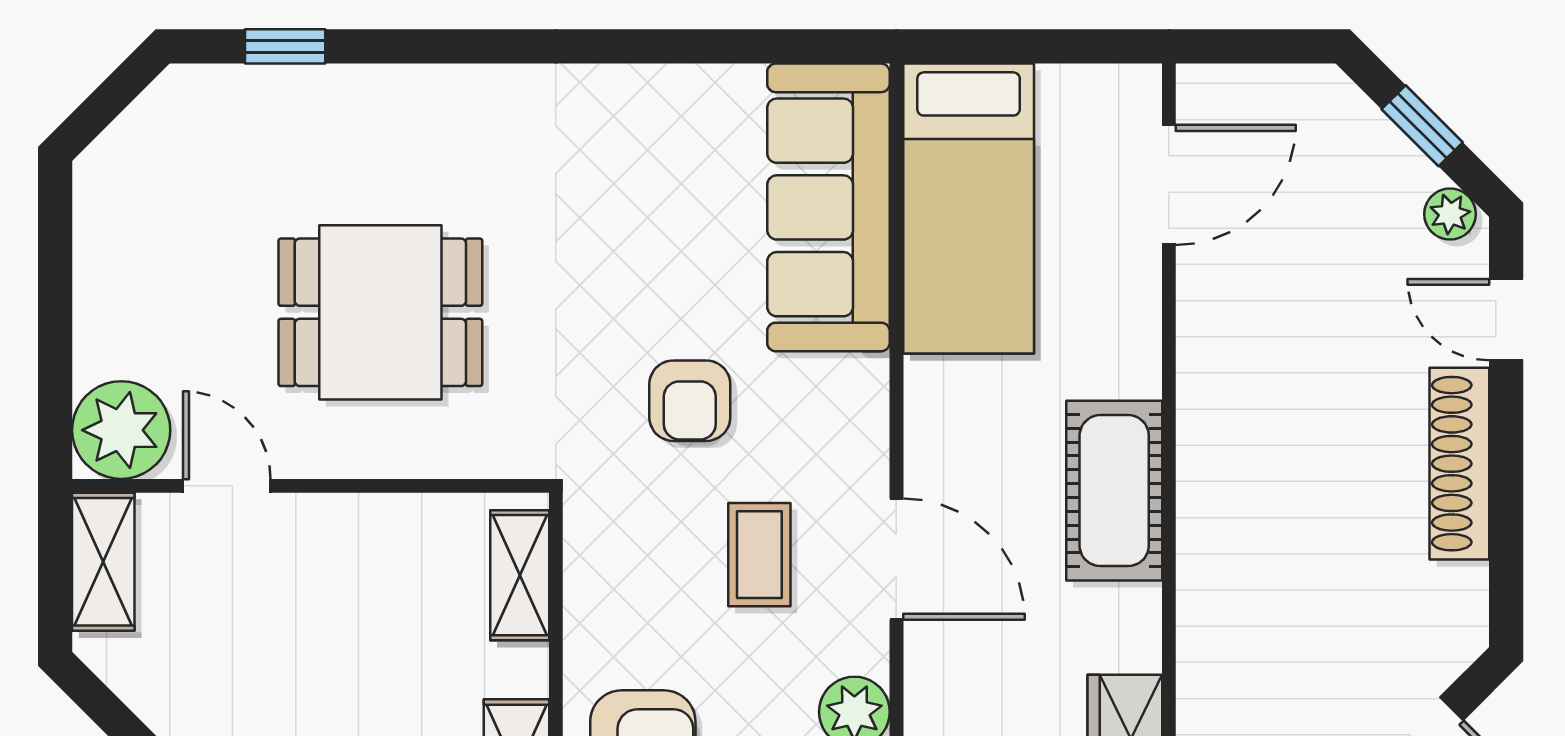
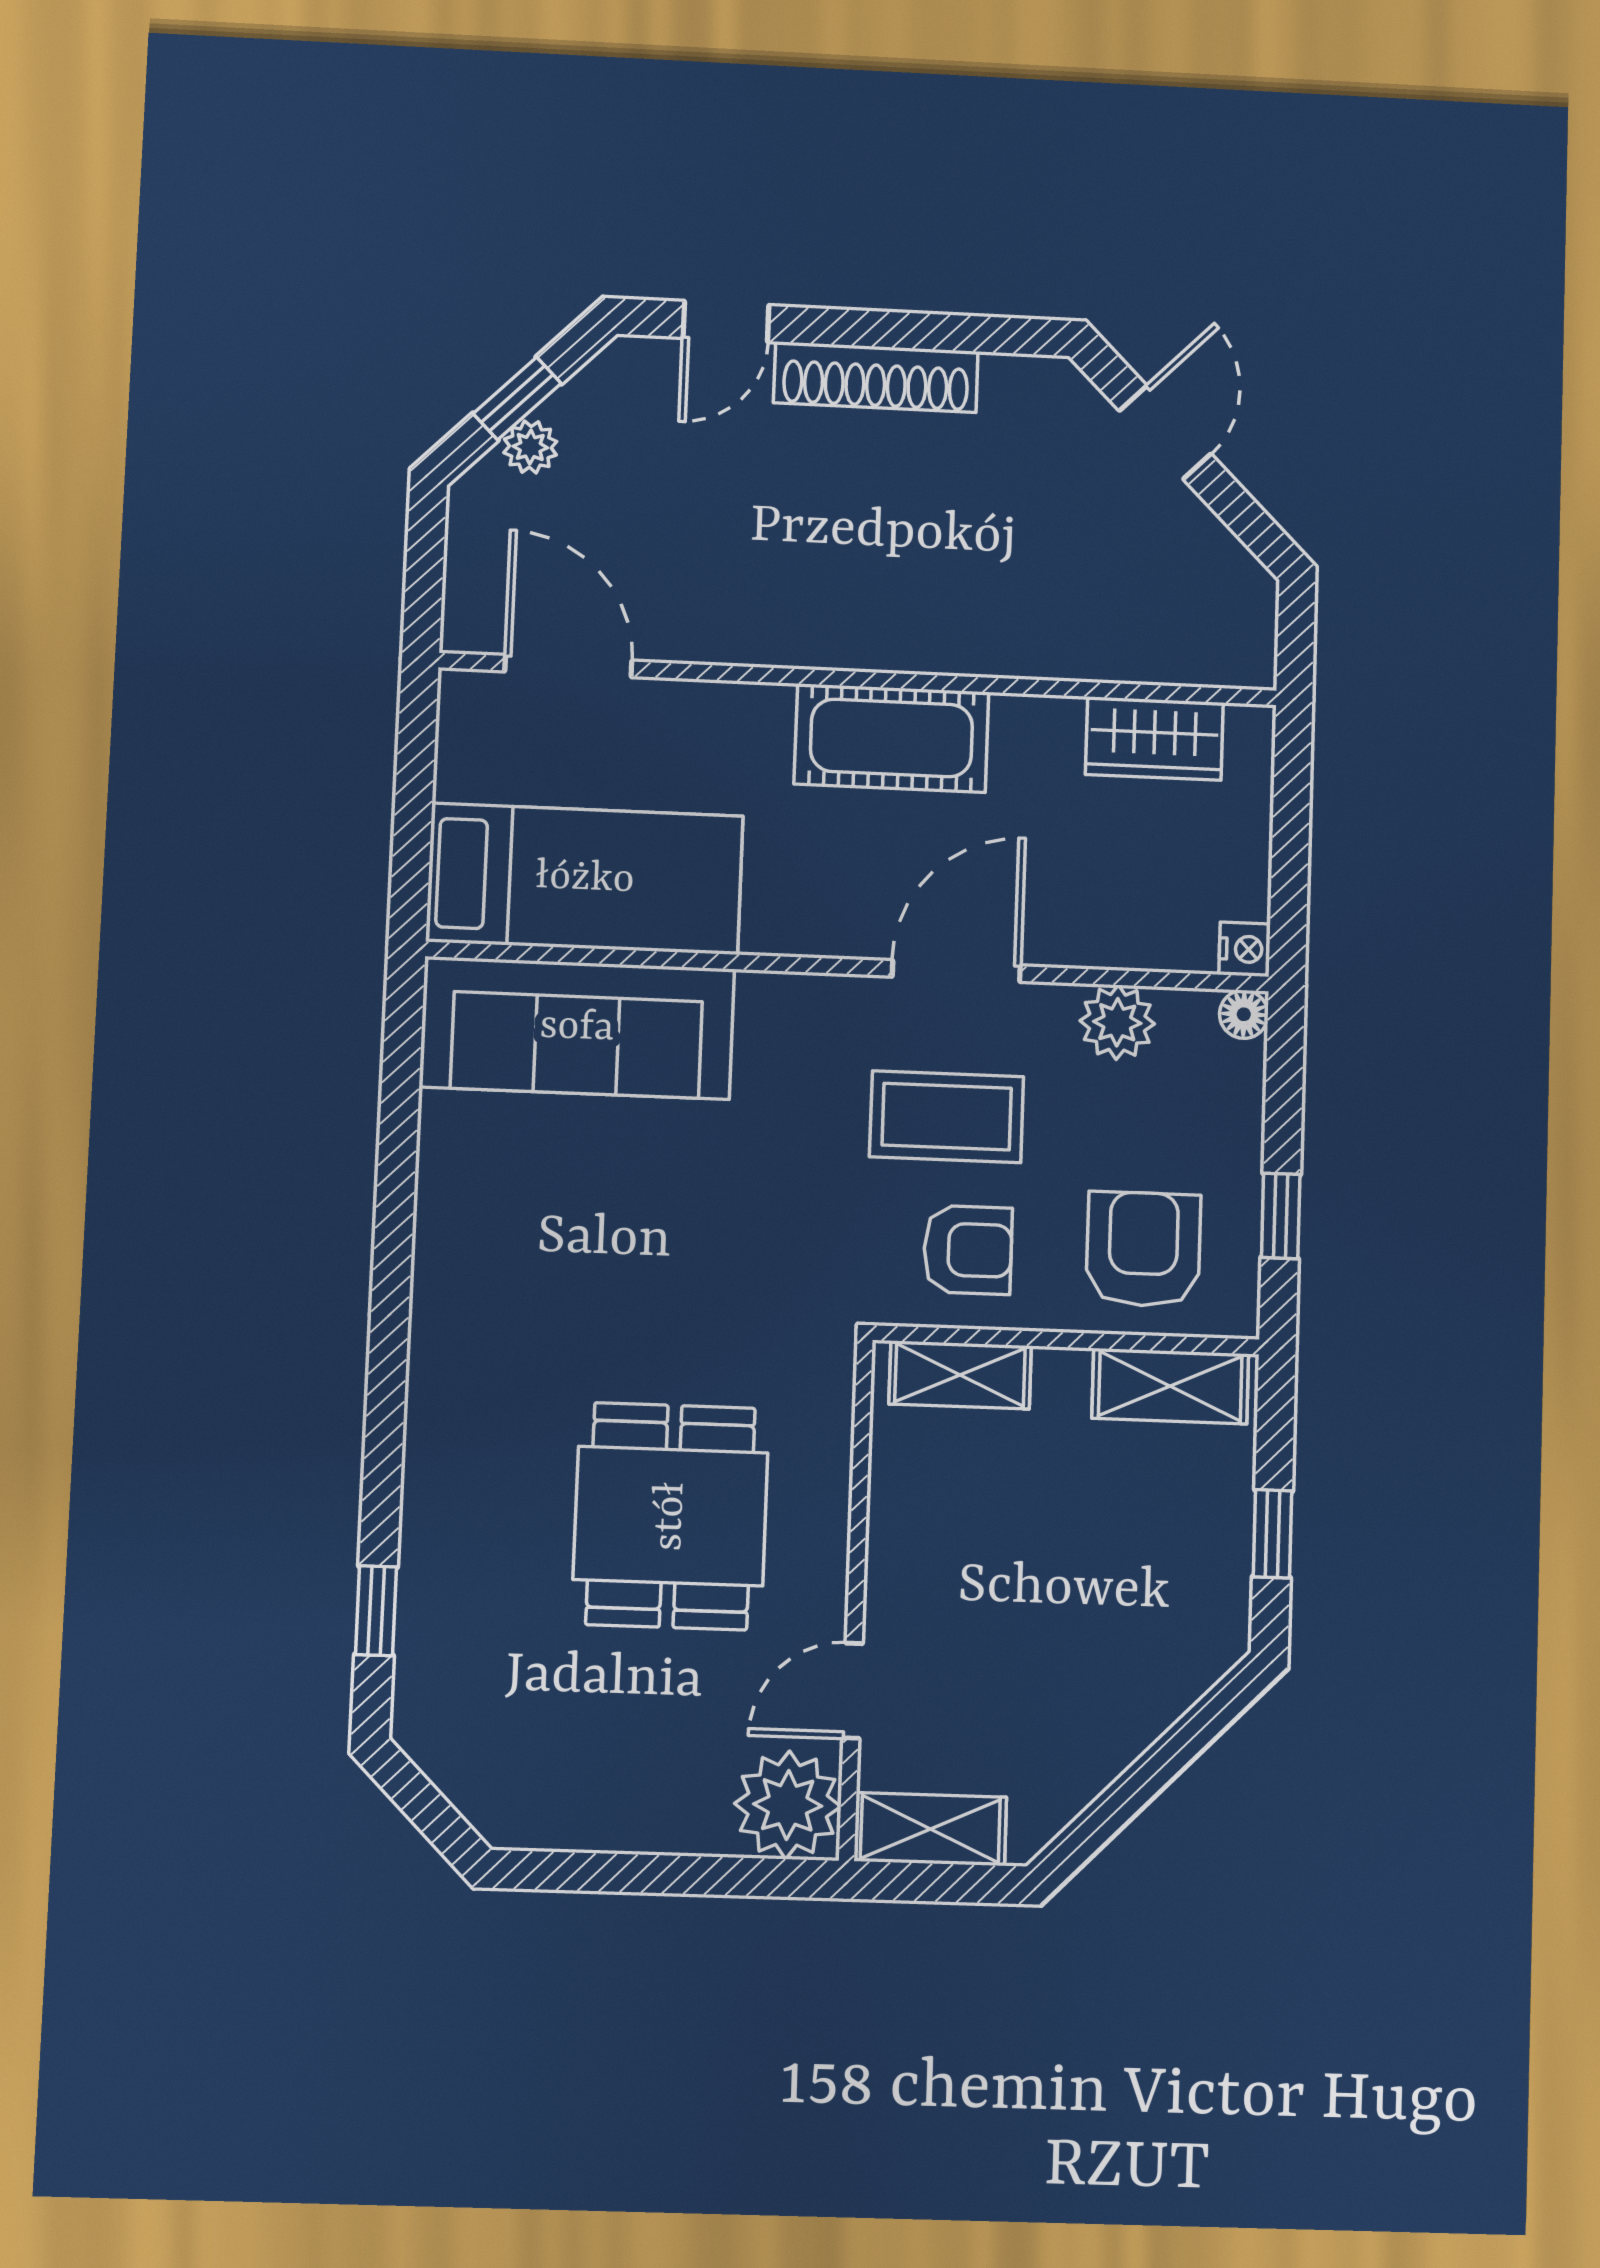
plant: (1450, 214) -> (530, 447), moved
armchair: (690, 401) -> (968, 1250), moved
coffee table: (759, 555) -> (947, 1117), width x1.36, depth x1.30

